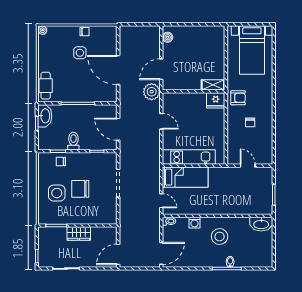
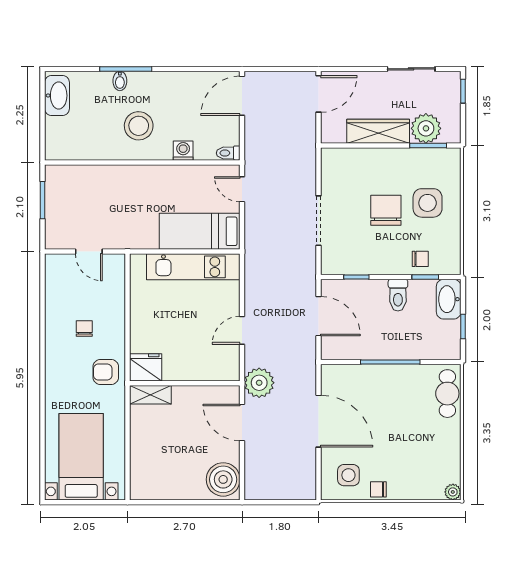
boiler: (168, 37) -> (223, 479), width x1.86, depth x1.86
side table: (80, 53) -> (348, 475), moved
door: (161, 69) -> (242, 422), swing flipped
washbasin: (45, 116) -> (449, 299), moved
door: (161, 121) -> (242, 330), hinge flipped
chair: (80, 189) -> (386, 210), turned -90
washbasin: (261, 224) -> (57, 96), moved, turned 90
wardrobe: (79, 233) -> (378, 131), width x1.50
plant: (58, 235) -> (426, 128), added

